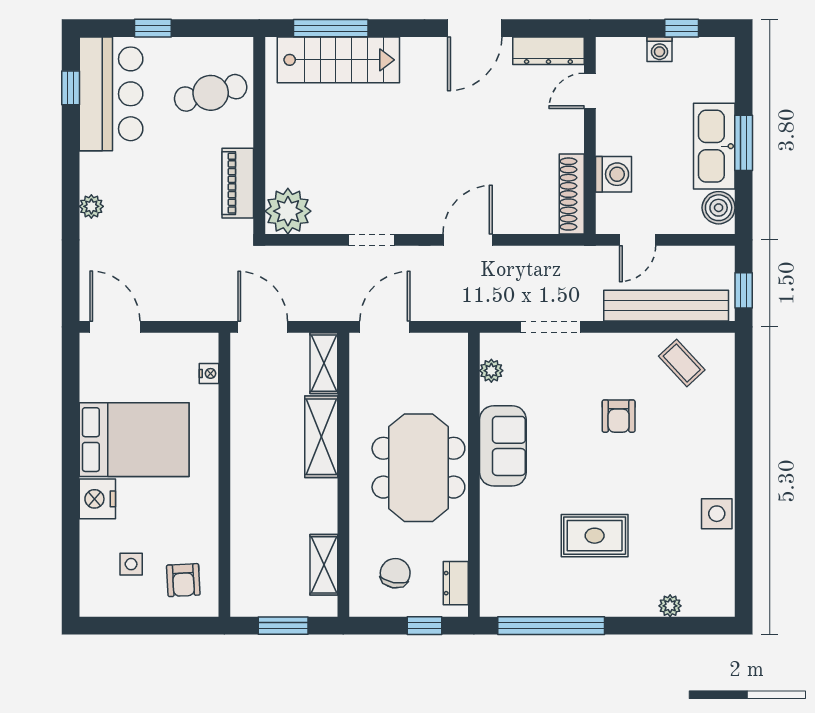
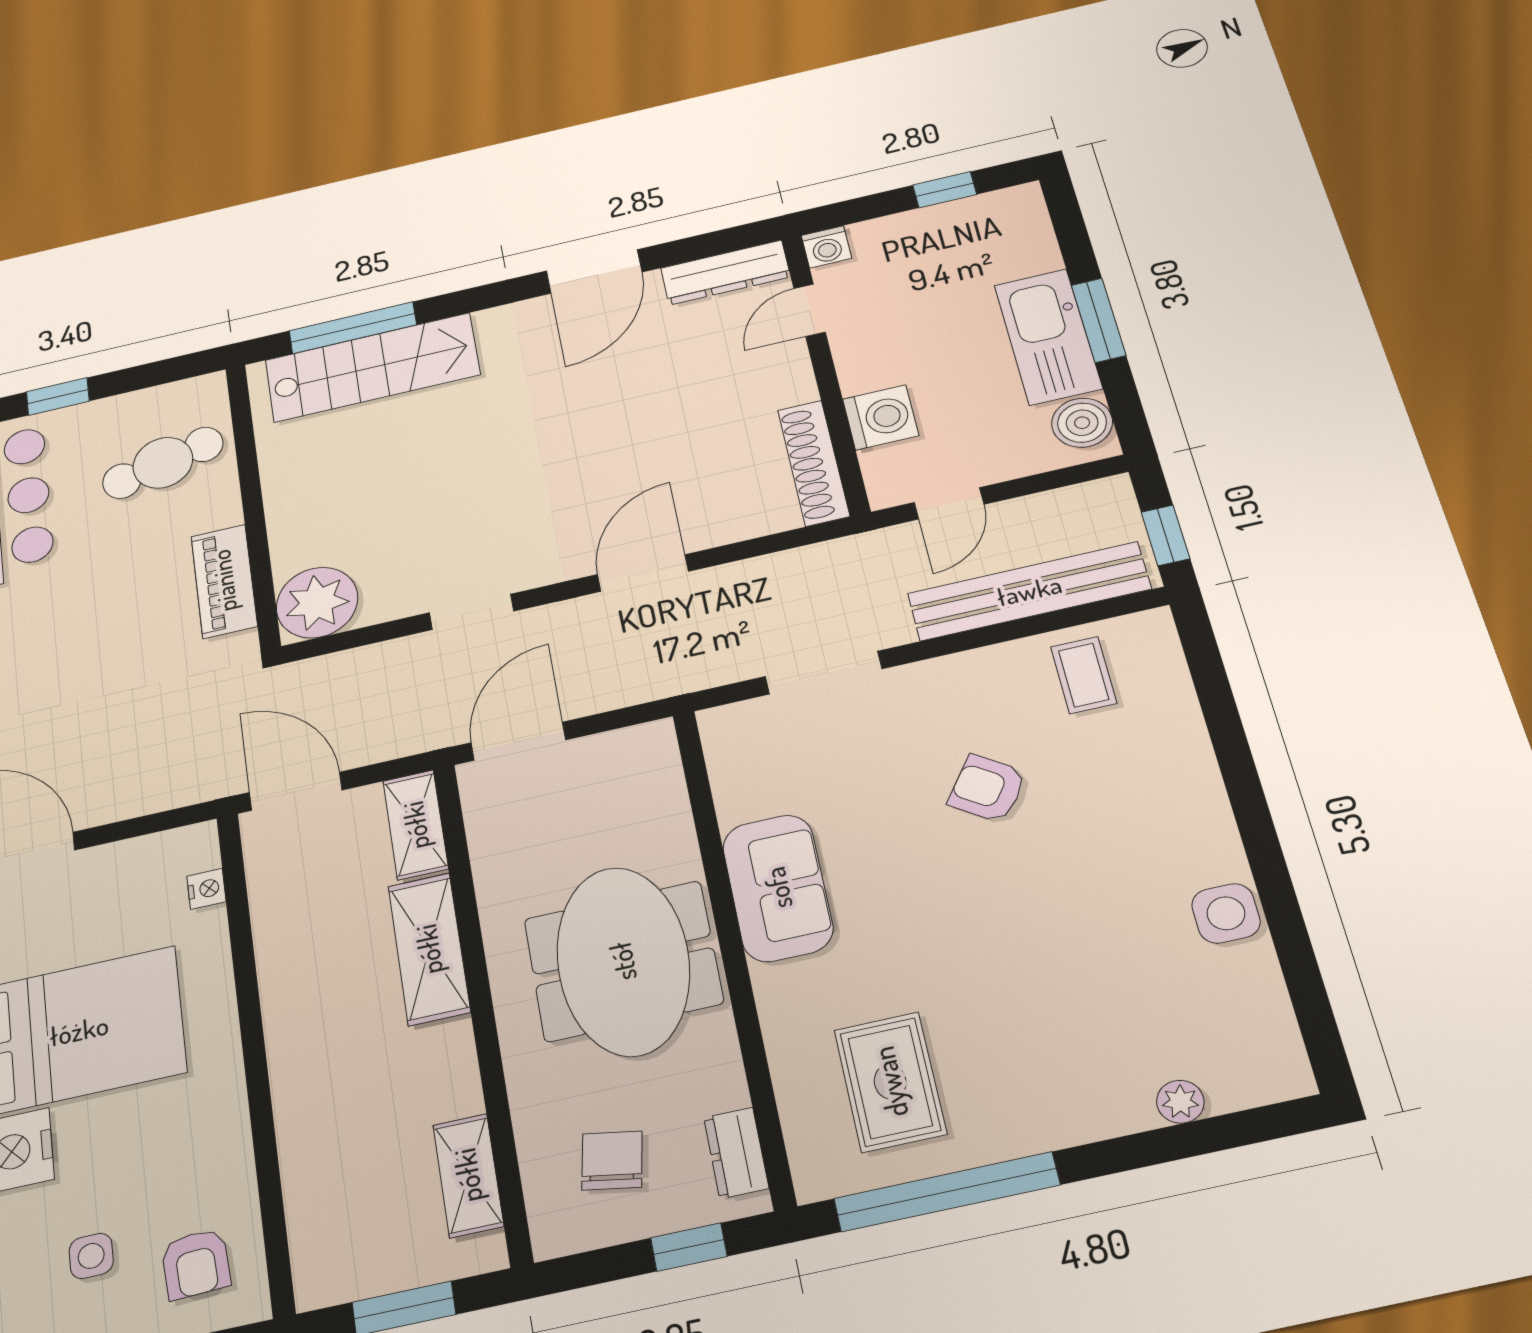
washing machine: (659, 49) -> (826, 247), moved
coffee table: (682, 363) -> (1084, 675), turned 43
plant: (491, 371) -> (729, 767), removed
armchair: (619, 416) -> (987, 789), turned 125
rug: (595, 536) -> (890, 1082), moved, turned 90

